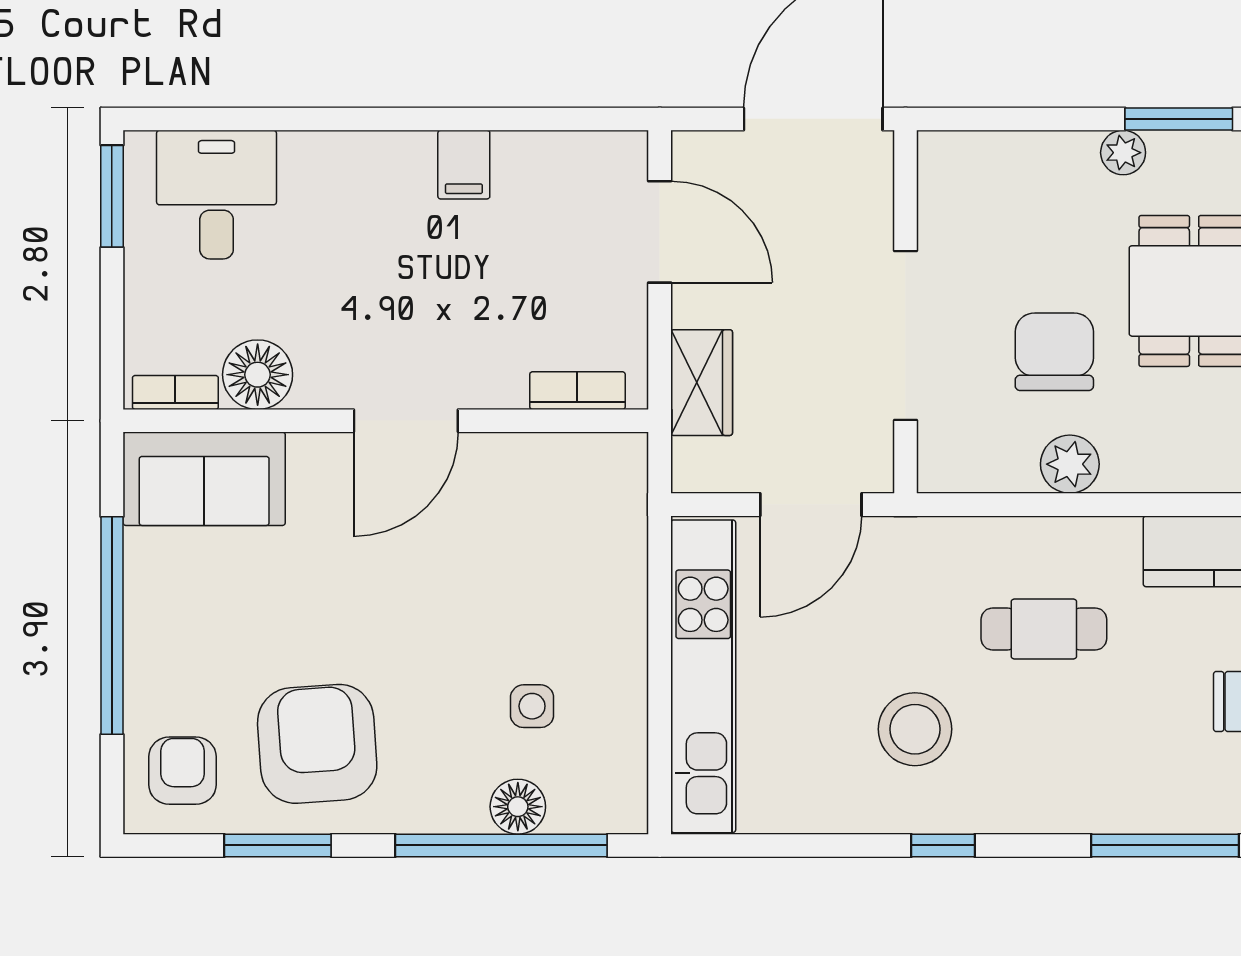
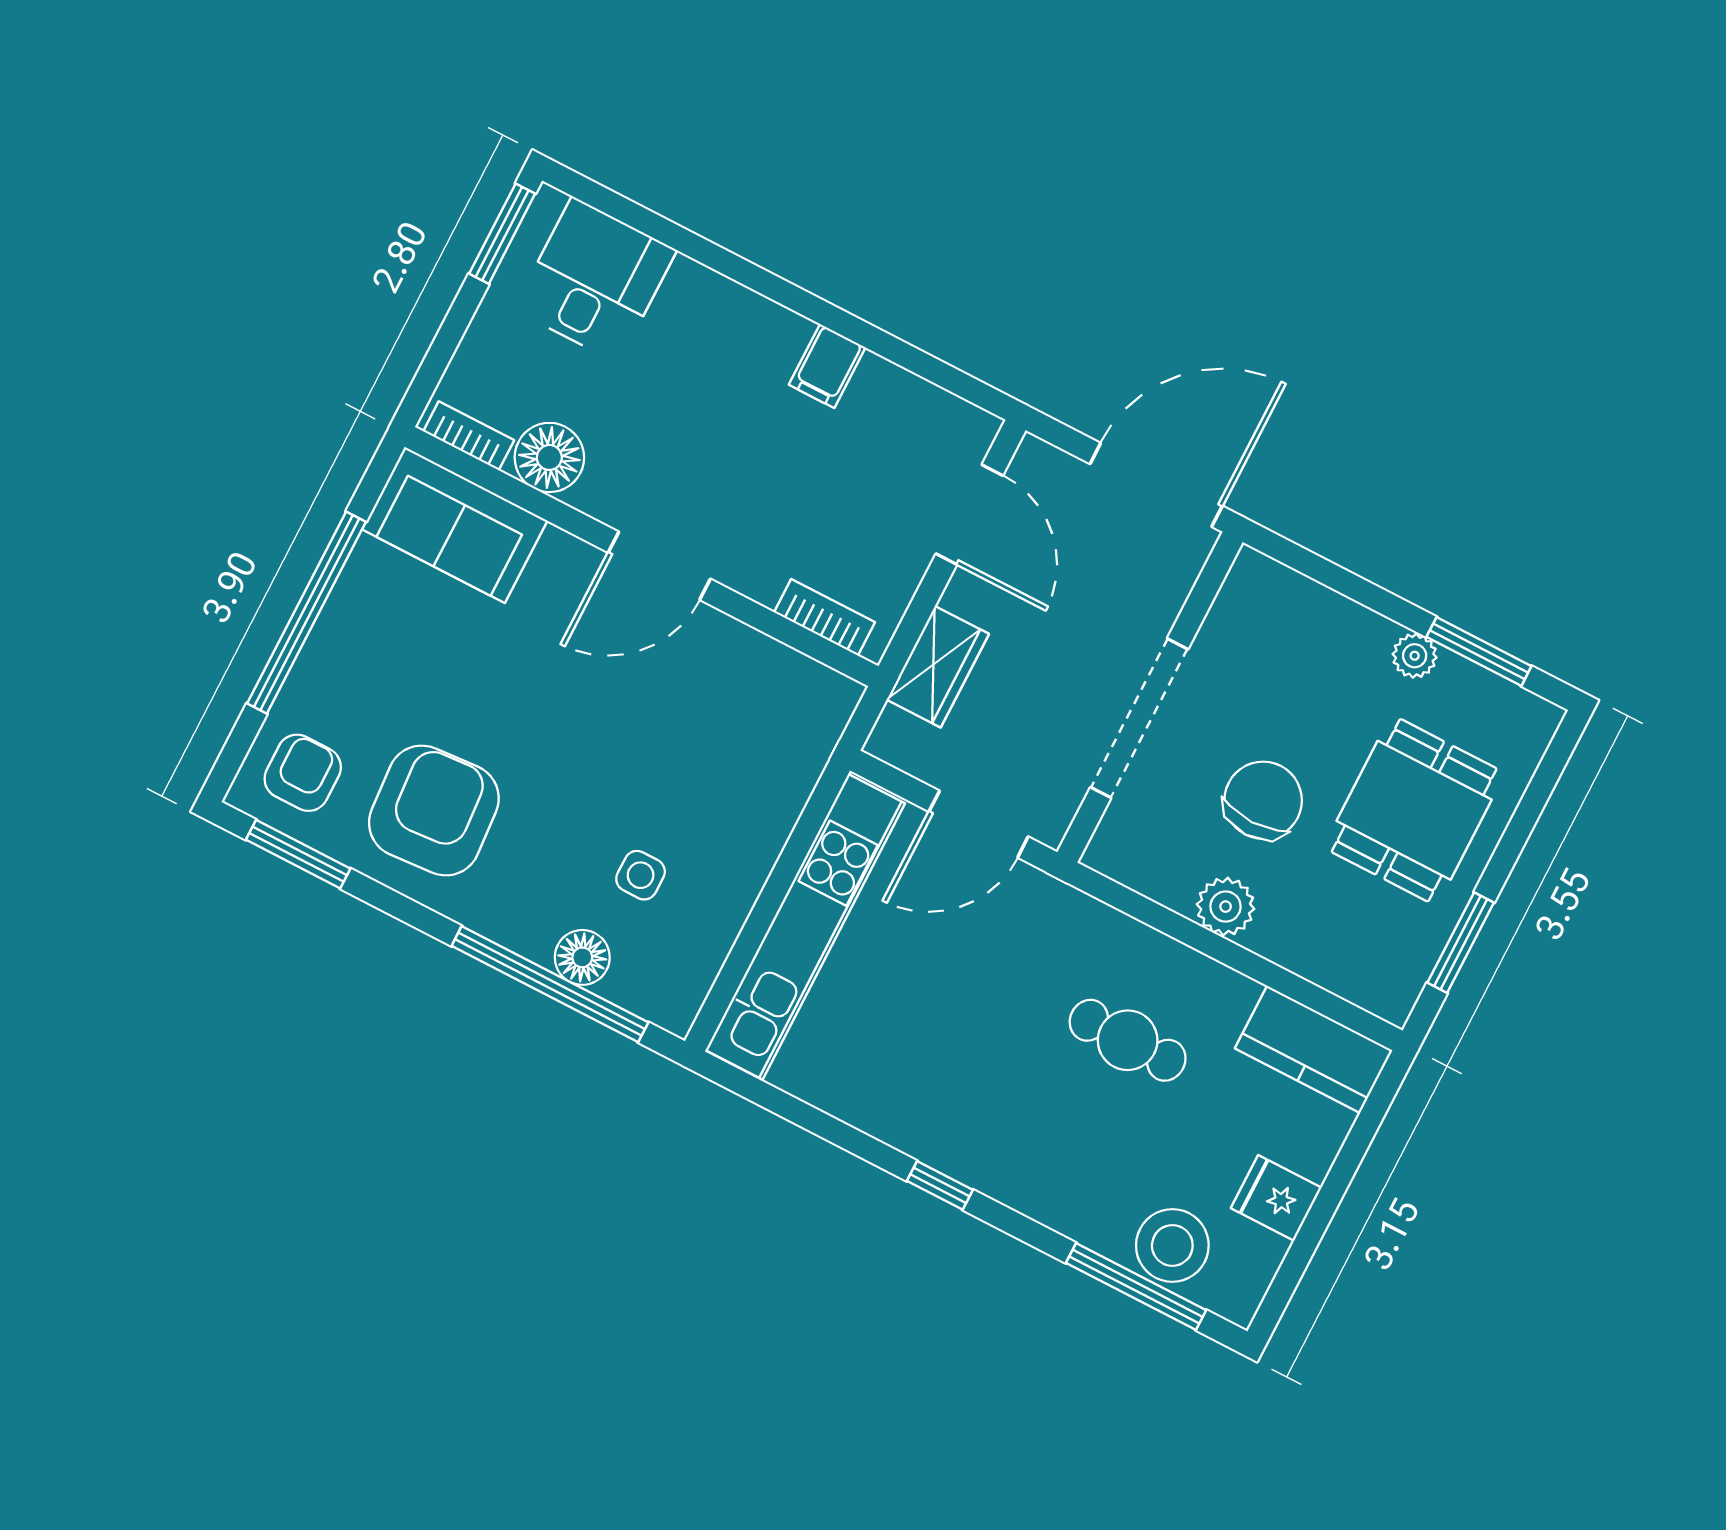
stool: (915, 729) -> (1172, 1245), moved
window: (278, 845) -> (298, 854), moved

